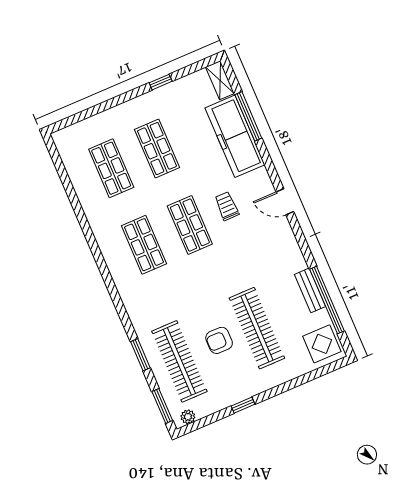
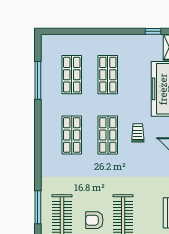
window: (161, 82) -> (153, 31), moved
window: (71, 194) -> (38, 80), added
window: (140, 355) -> (38, 207), width x1.44

